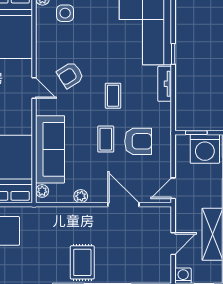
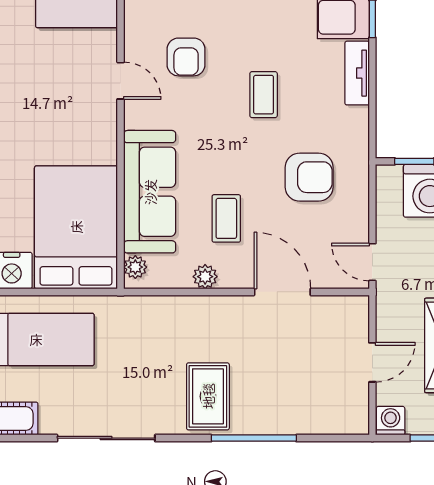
armchair: (70, 75) -> (186, 57), turned -58
coffee table: (106, 139) -> (226, 218), moved
door: (173, 188) -> (372, 262), hinge flipped

